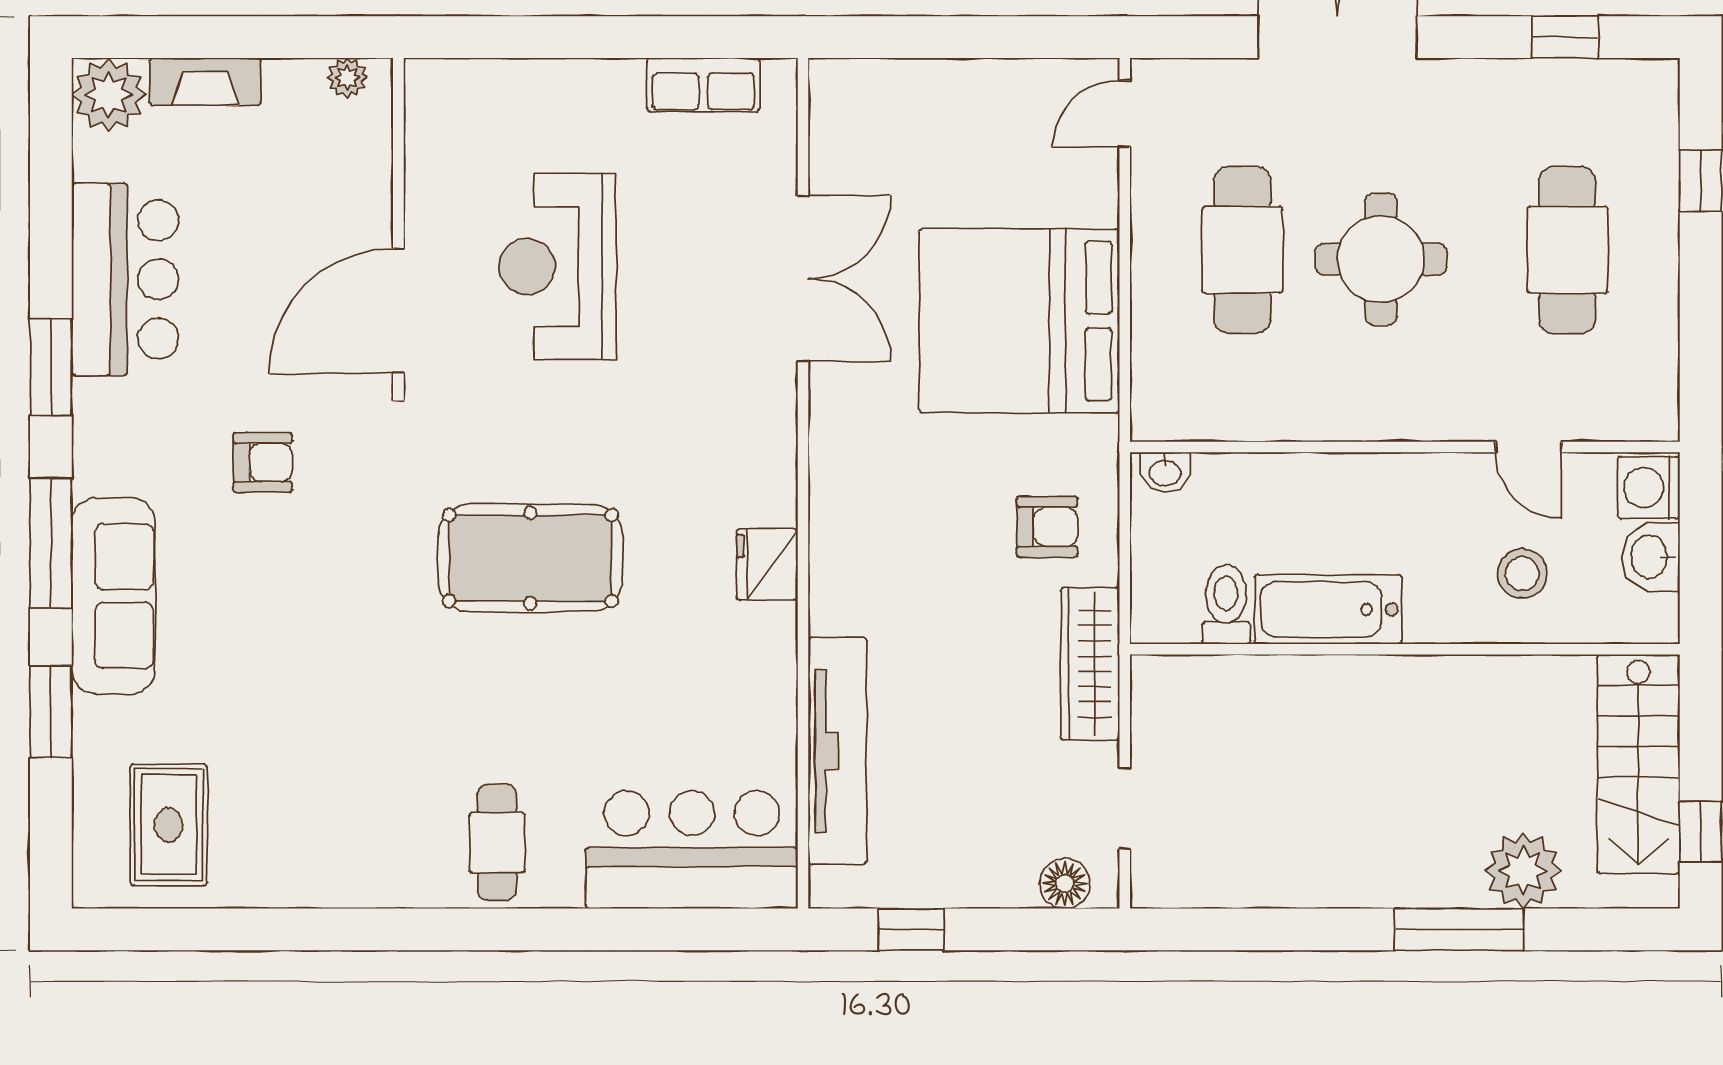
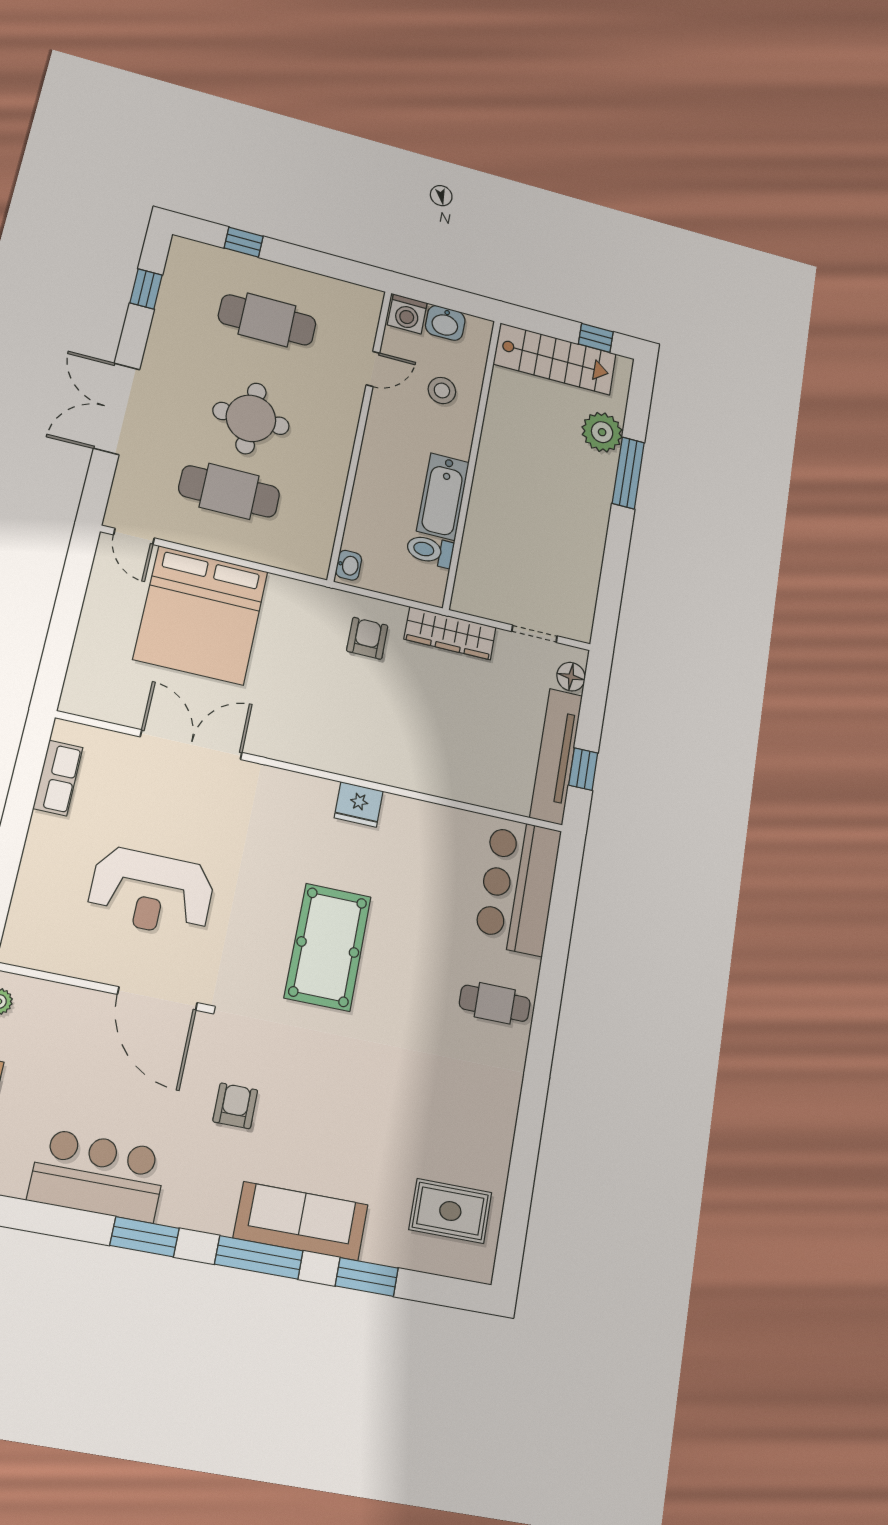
bed: (1019, 321) -> (201, 615), moved
tv unit: (837, 751) -> (556, 756), moved, turned -90

